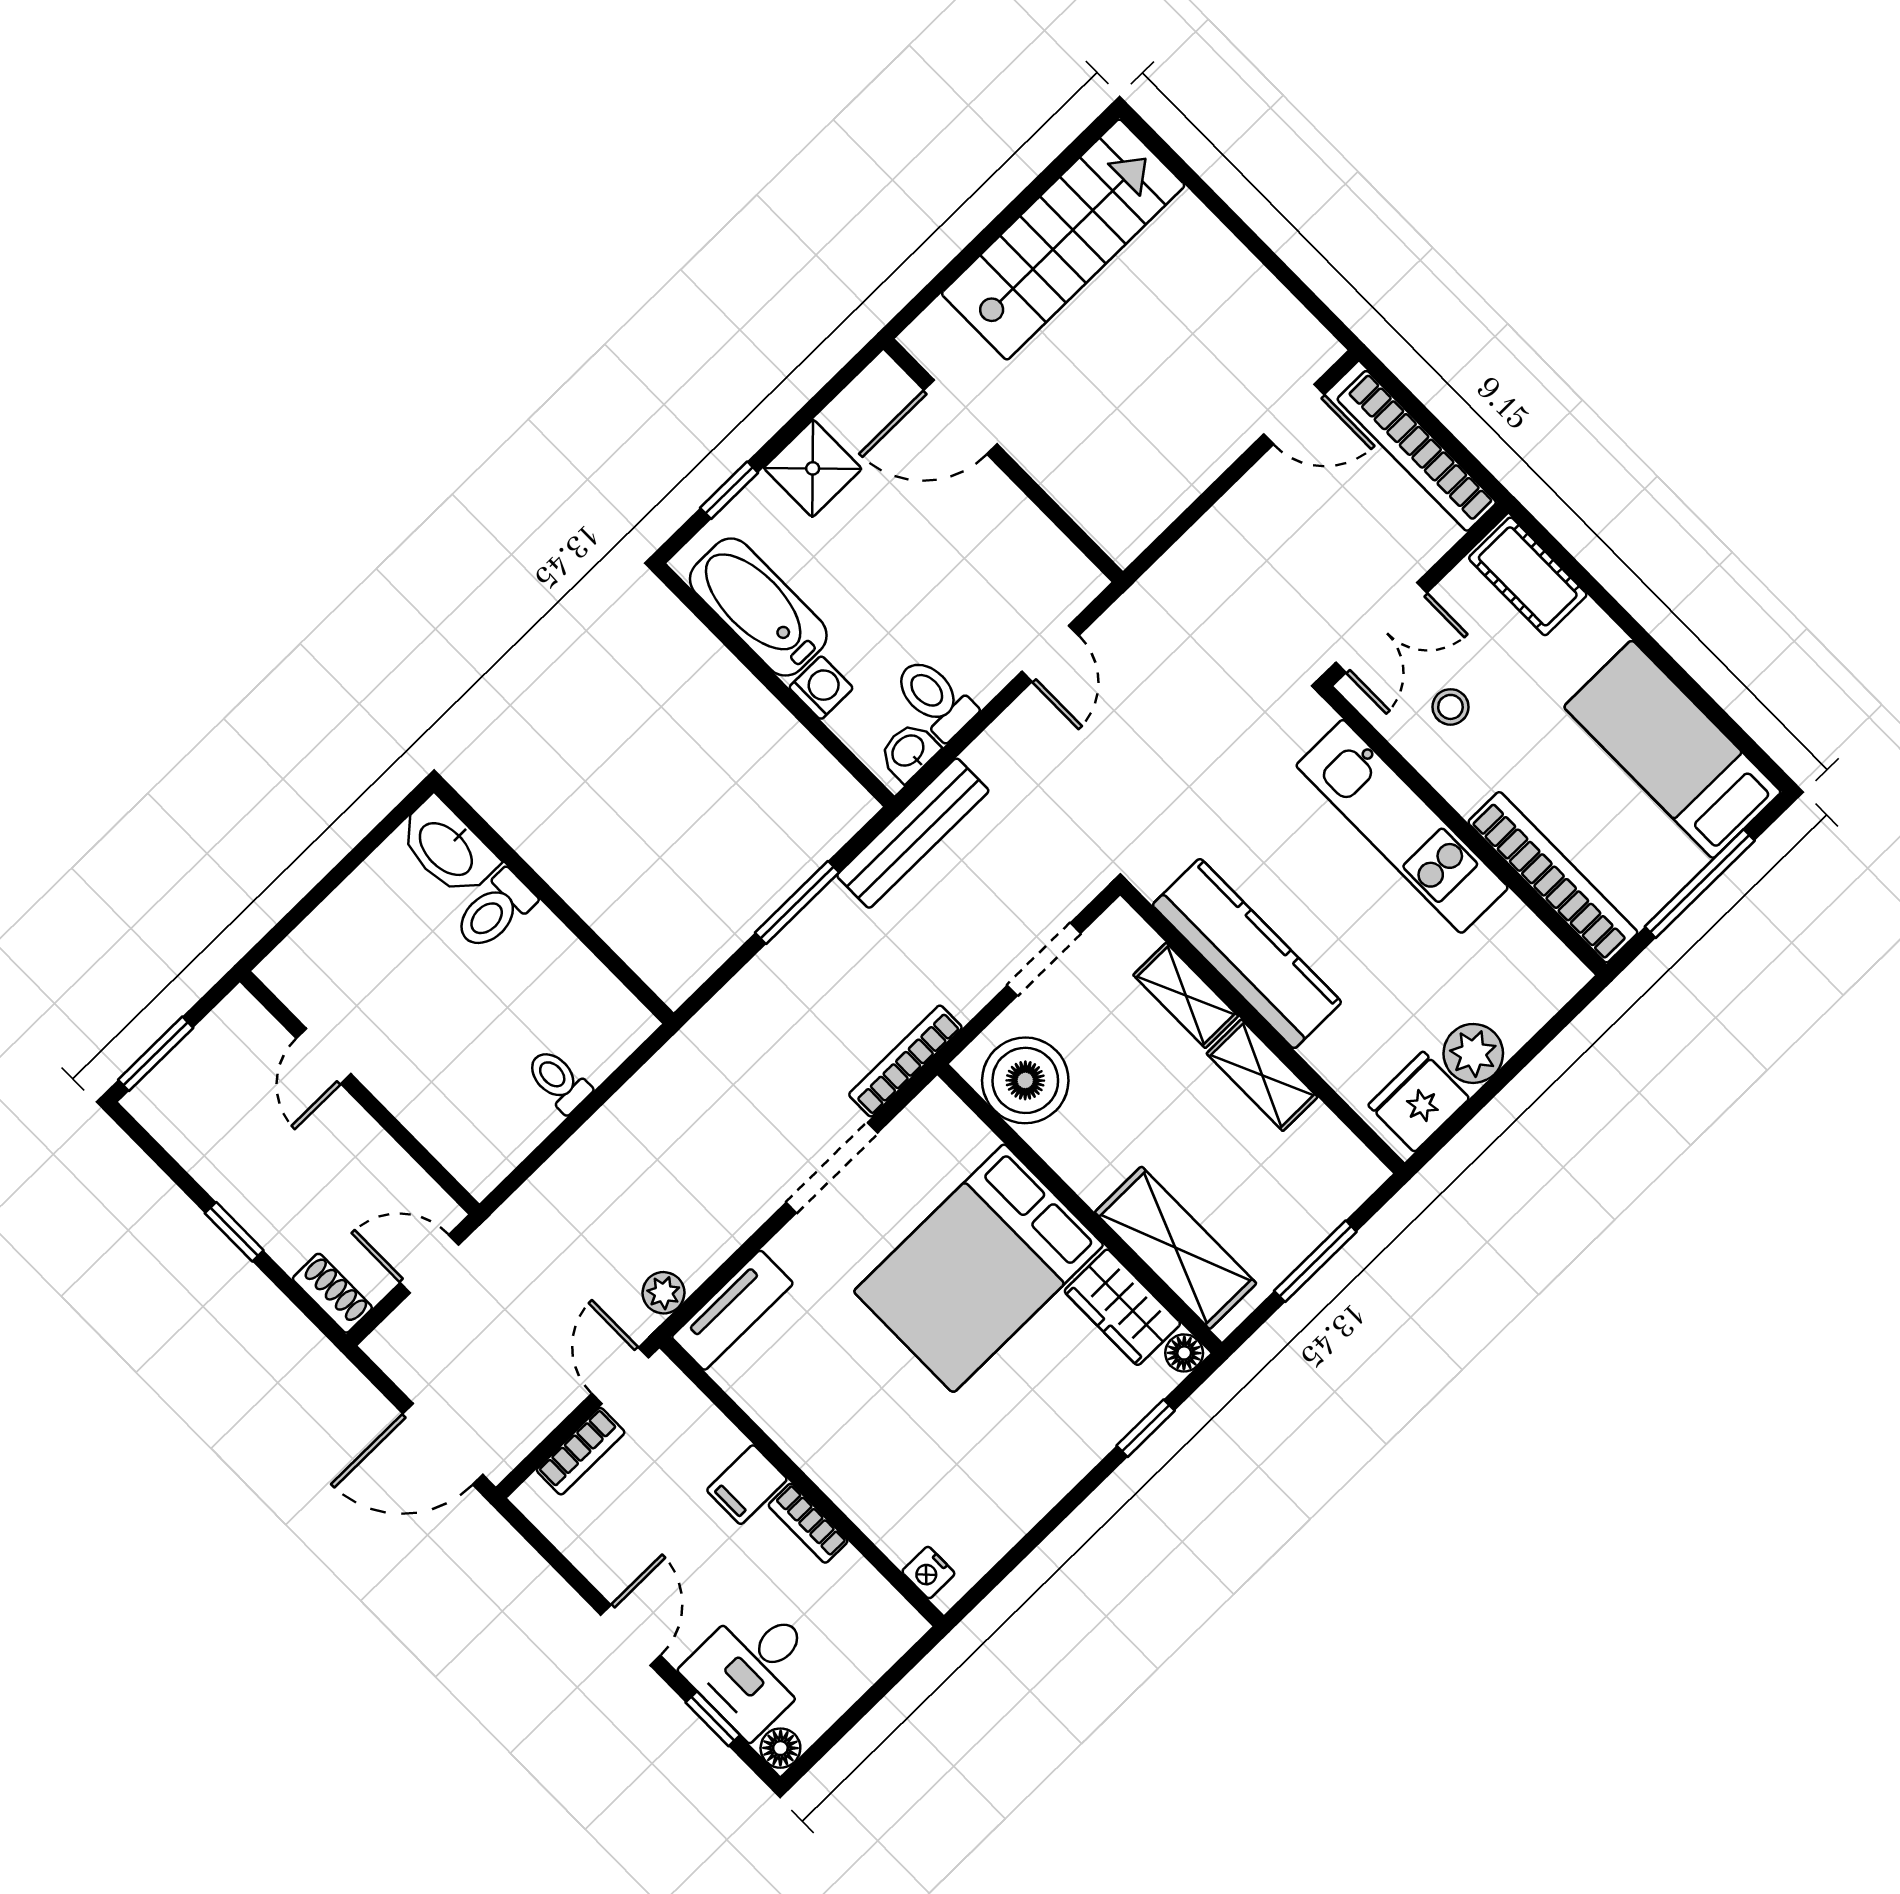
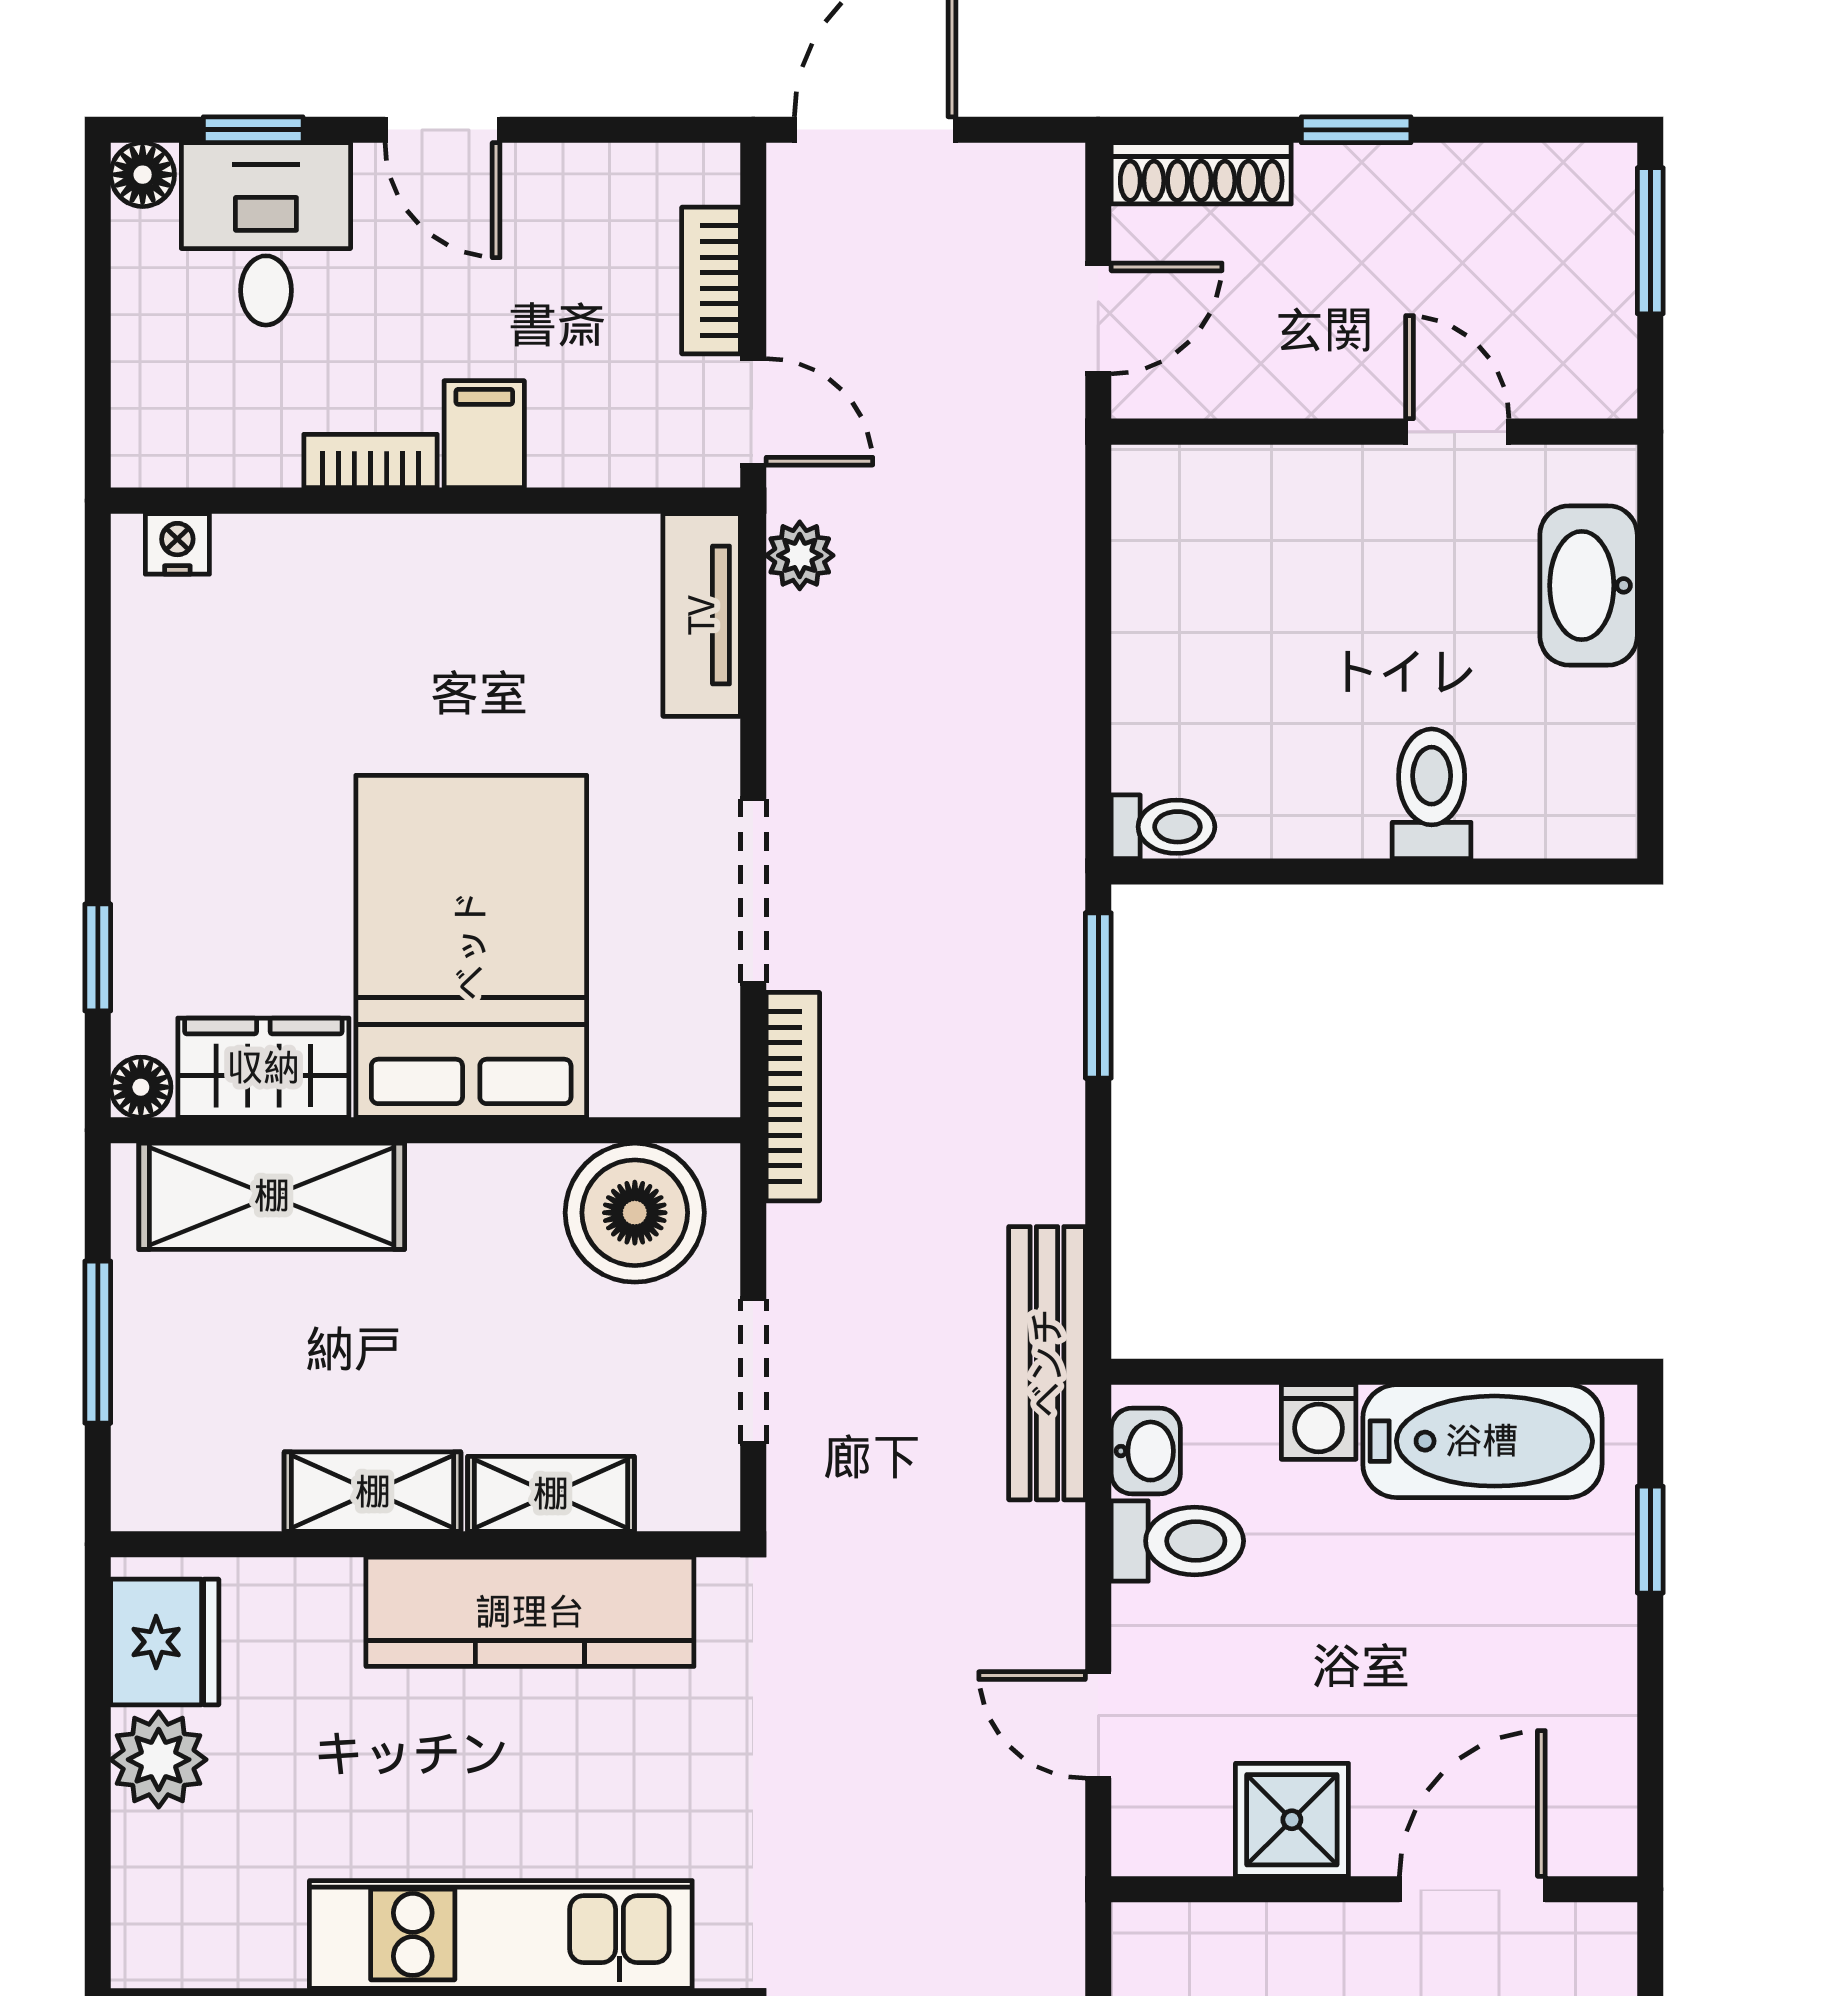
shower: (813, 468) -> (1292, 1820), moved
washbasin: (447, 848) -> (1589, 585), moved, turned -90
window: (797, 902) -> (1098, 996), moved
toilet: (559, 1081) -> (1163, 827), moved
shoe rack: (332, 1293) -> (1201, 173), width x1.43

